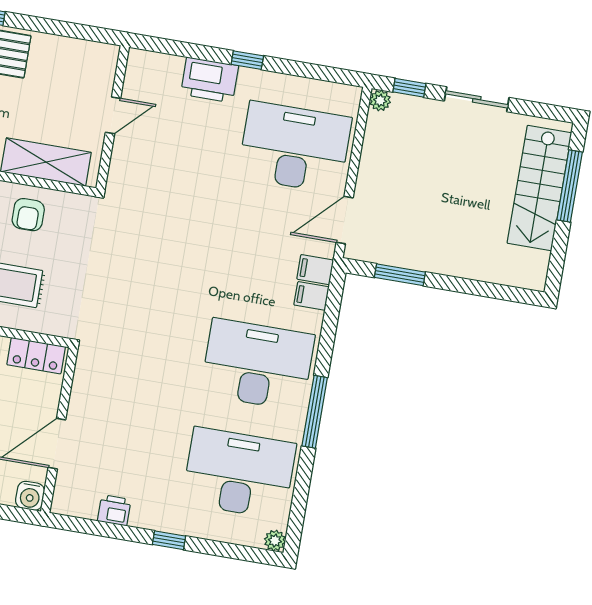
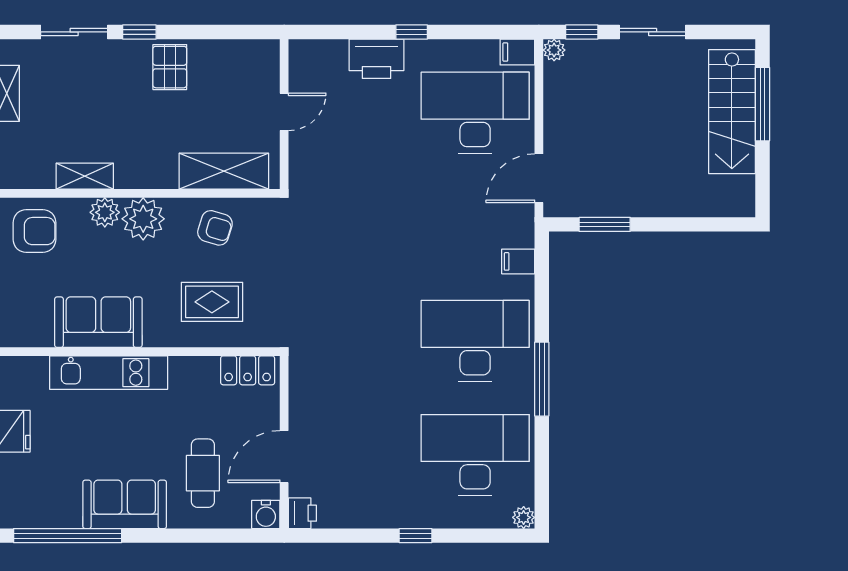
armchair: (28, 215) -> (215, 228), turned -73
filing cabinet: (315, 270) -> (517, 52), moved
printer: (114, 510) -> (302, 513), moved, turned 90

